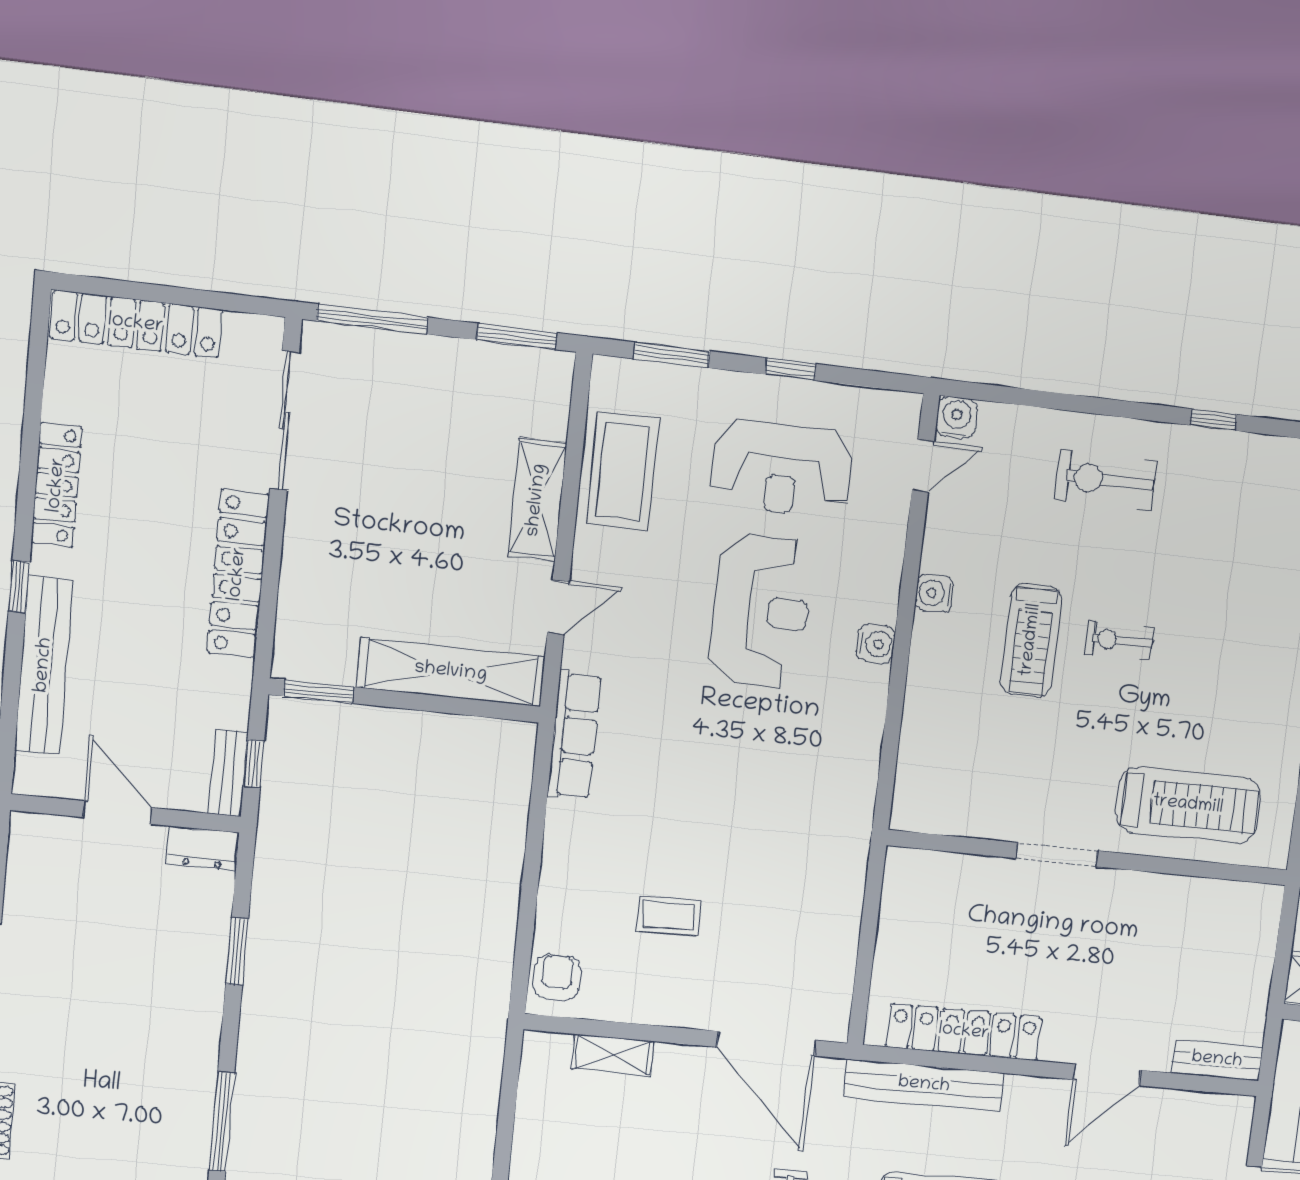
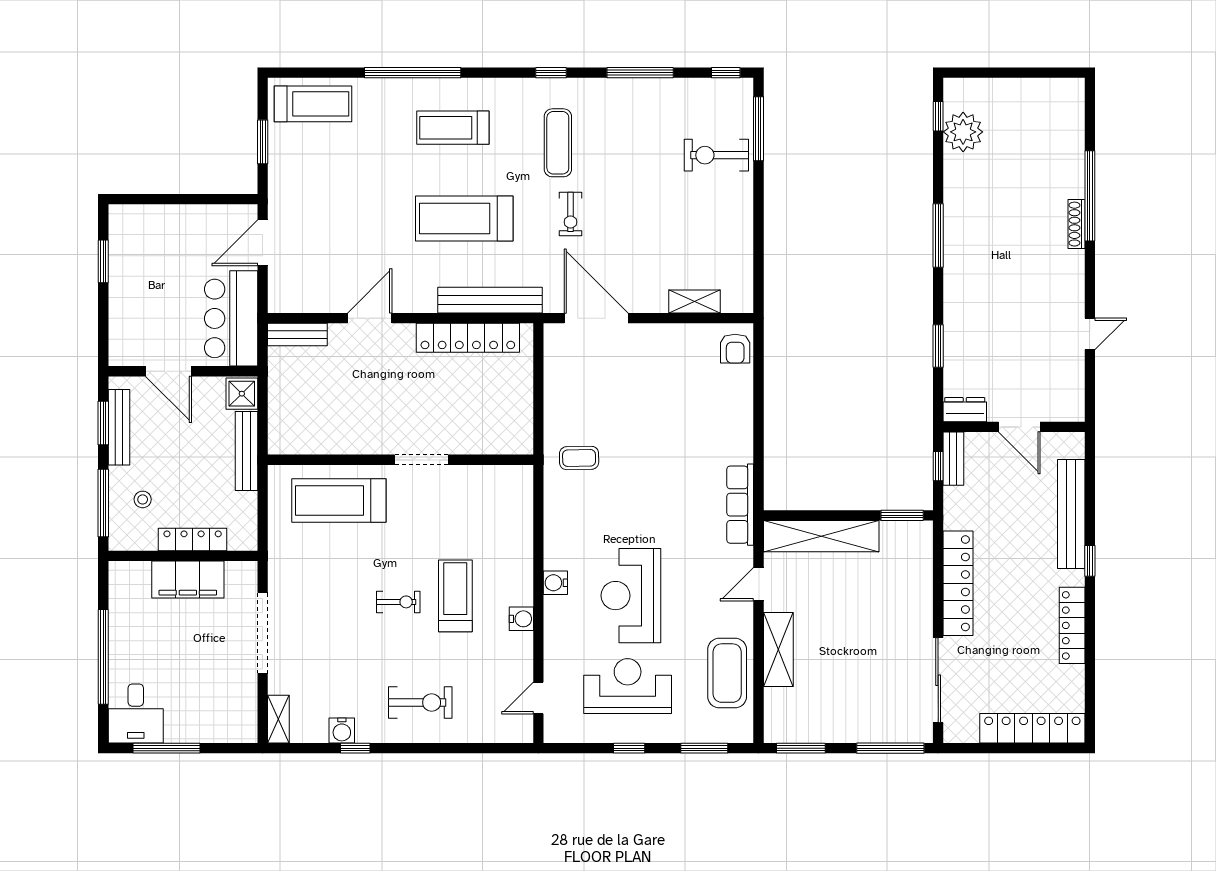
water cooler: (957, 418) -> (342, 730), moved
coffee table: (669, 916) -> (579, 458), moved

